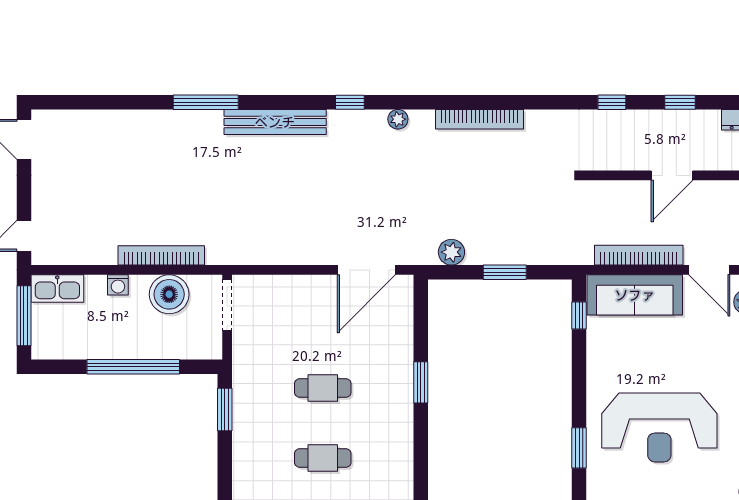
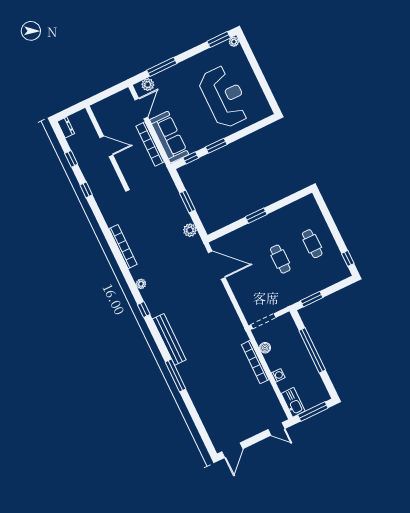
boiler: (169, 294) -> (265, 348), width x0.54, depth x0.54
window: (579, 448) -> (216, 146), moved

